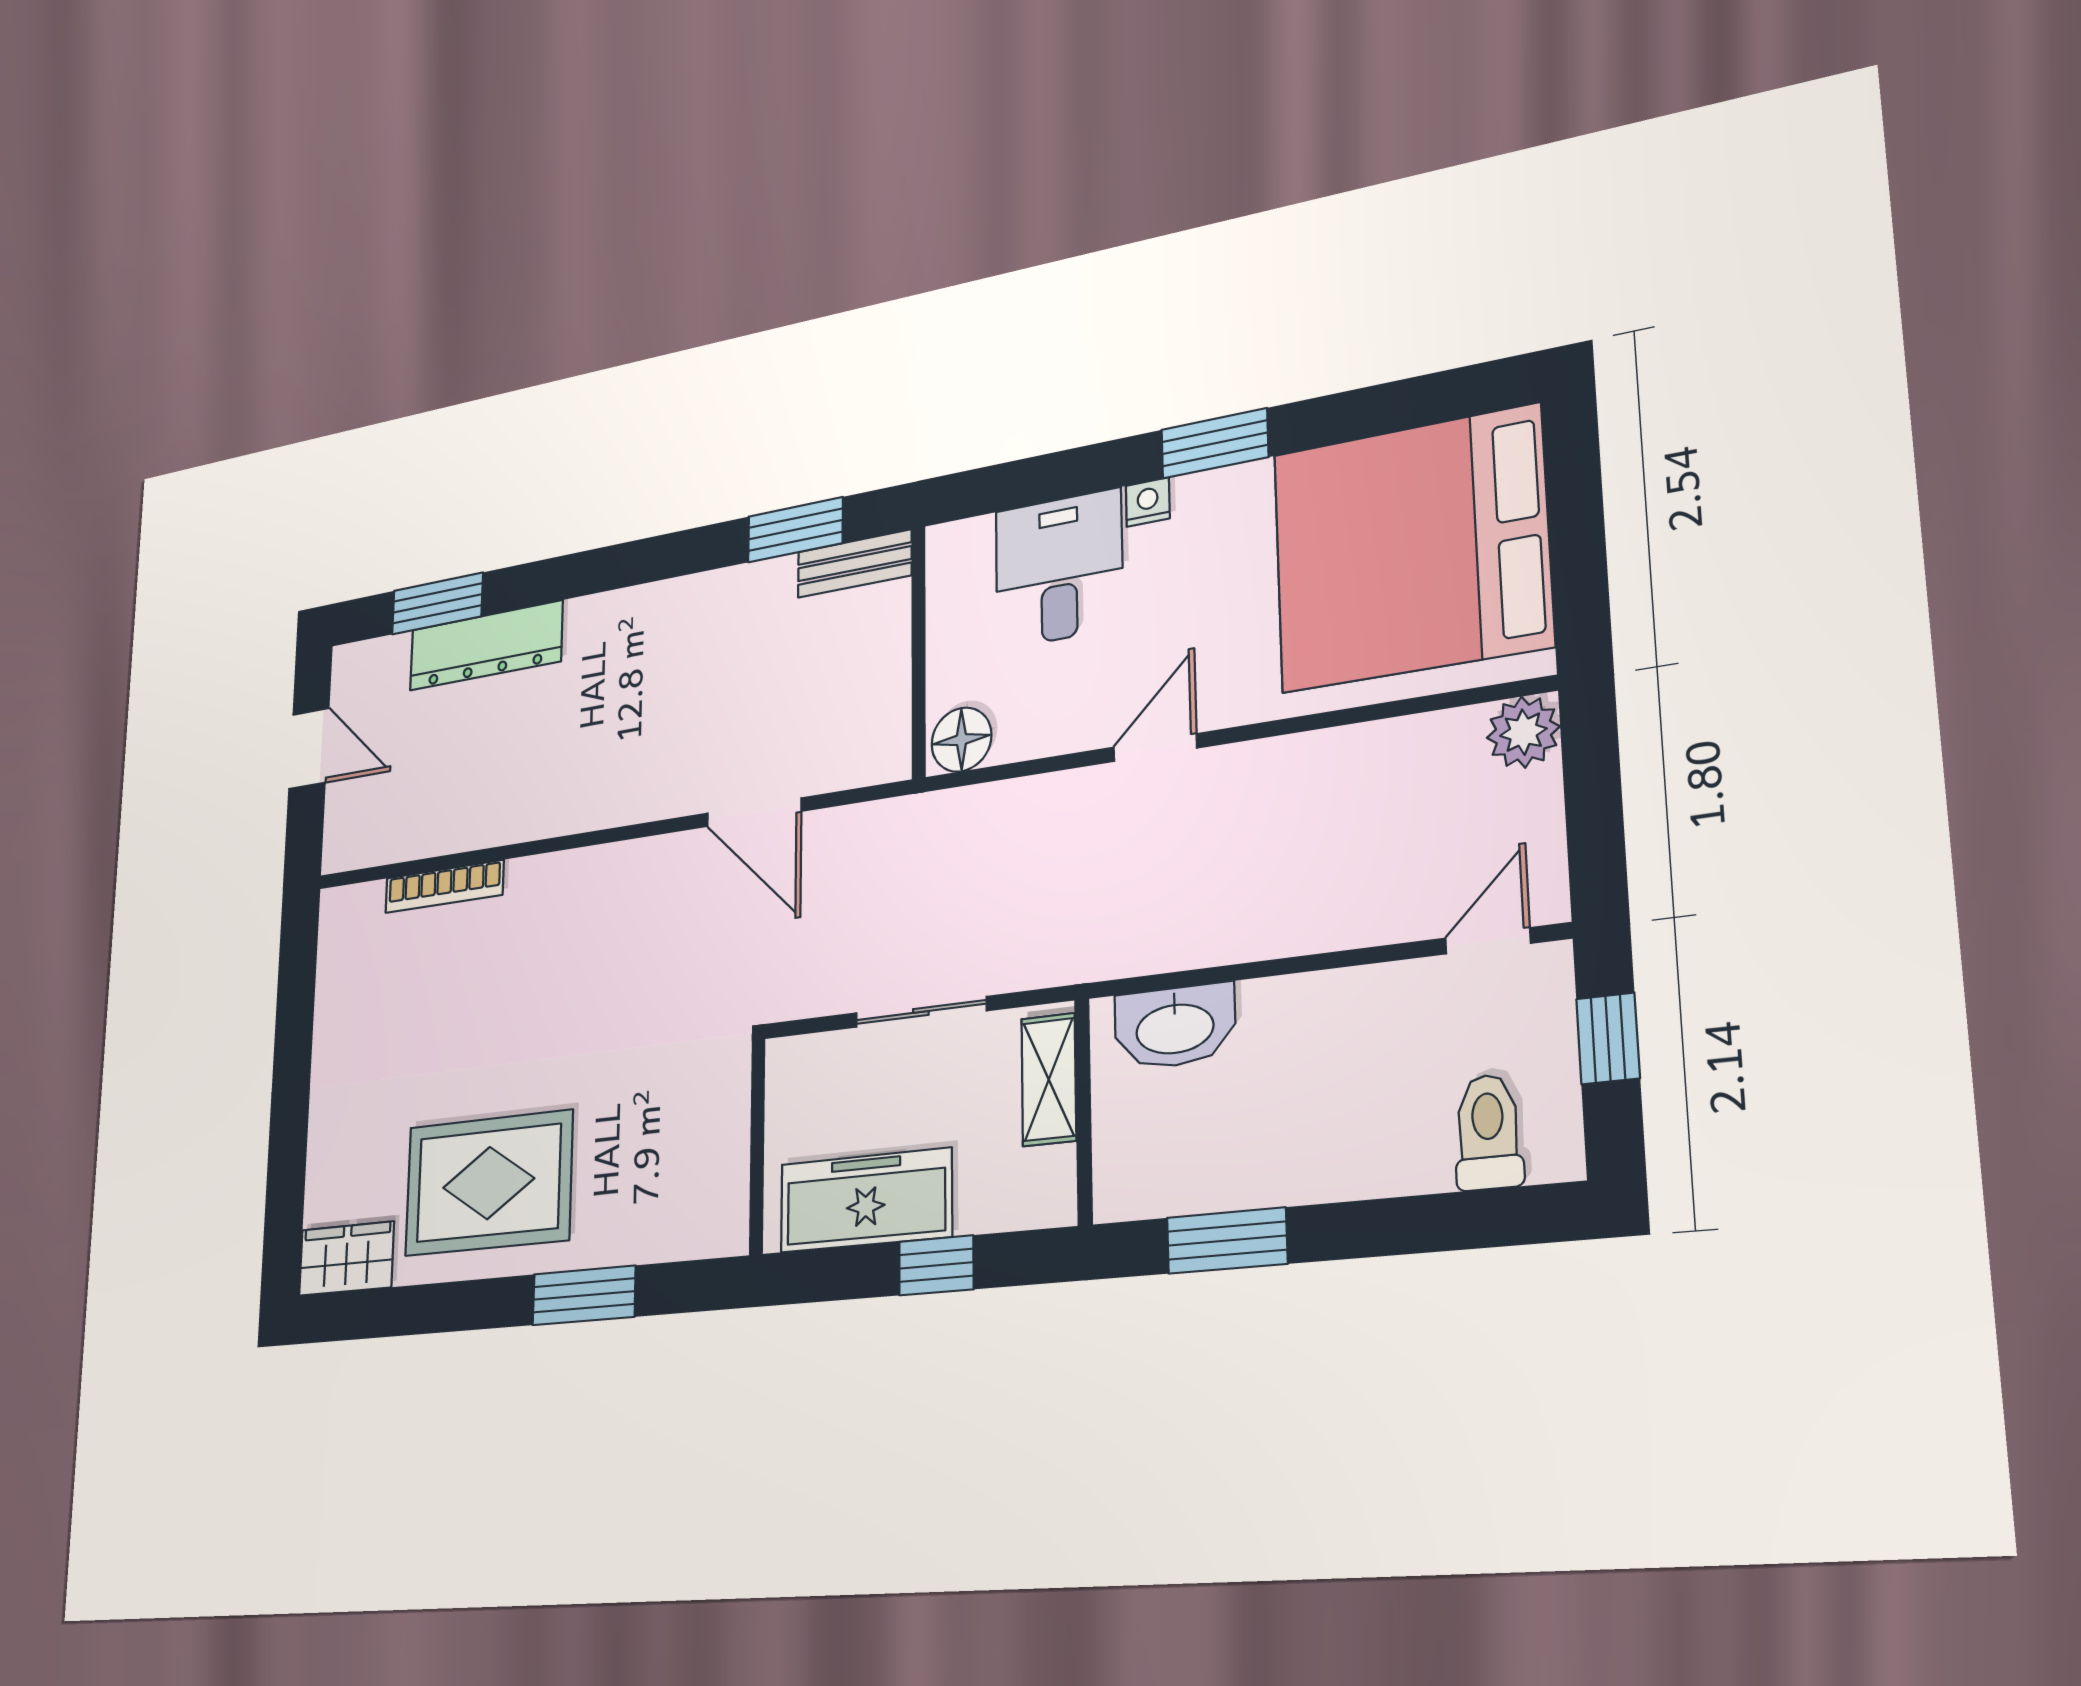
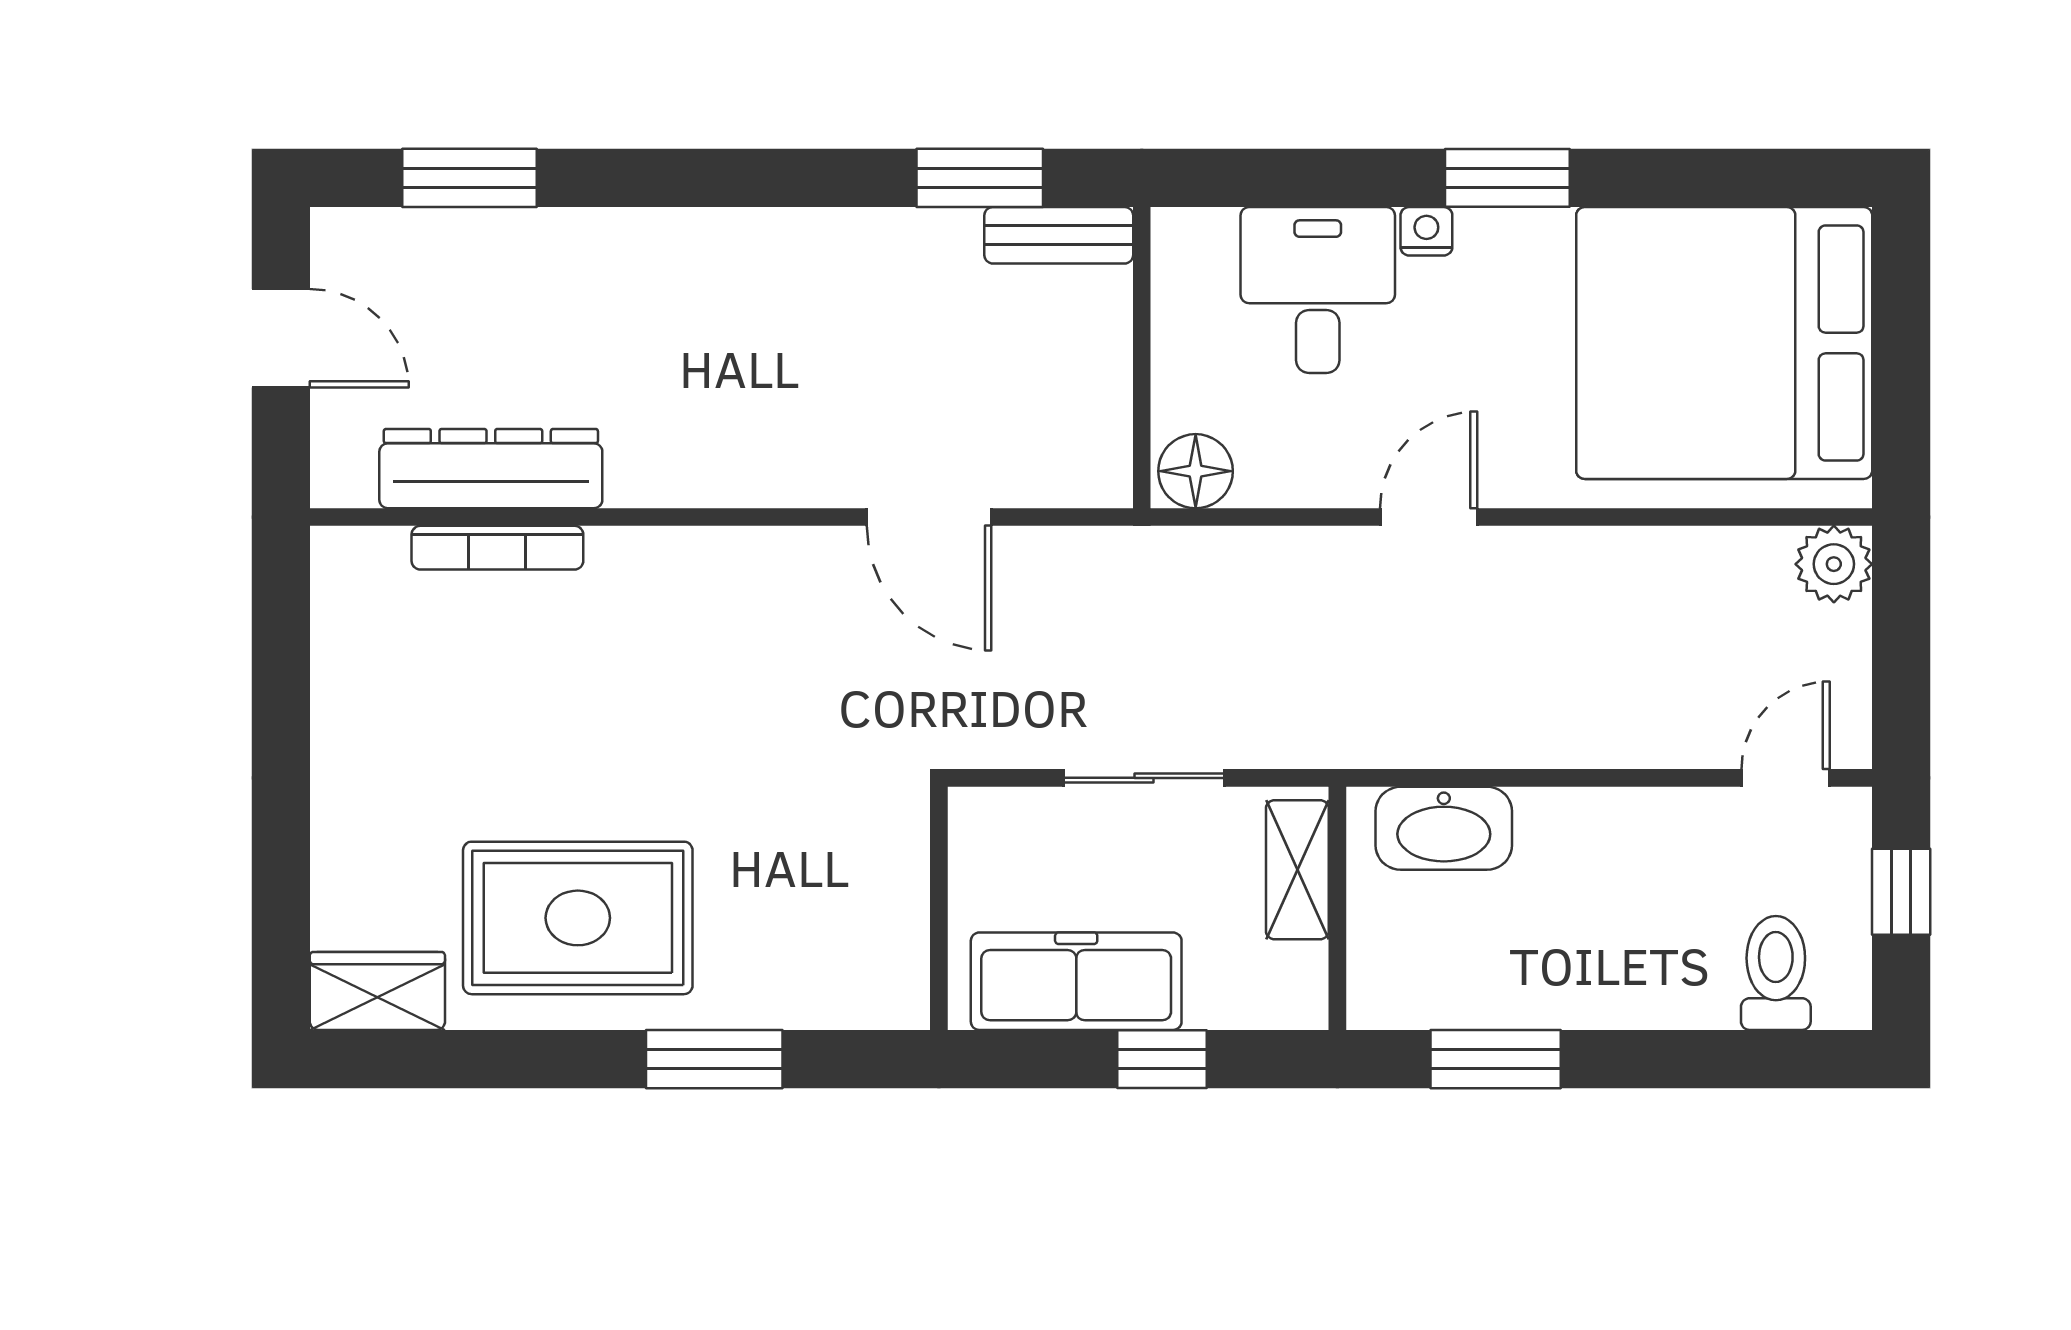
dresser: (486, 646) -> (491, 469), moved, turned 180

